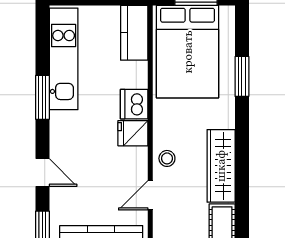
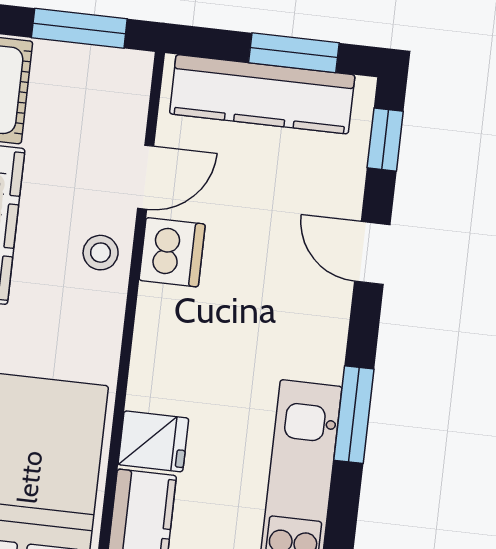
dishwasher: (134, 104) -> (172, 252), moved
fridge: (133, 133) -> (153, 441), moved

